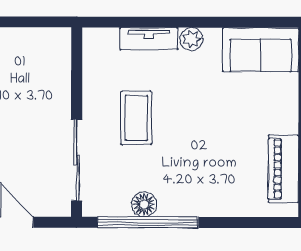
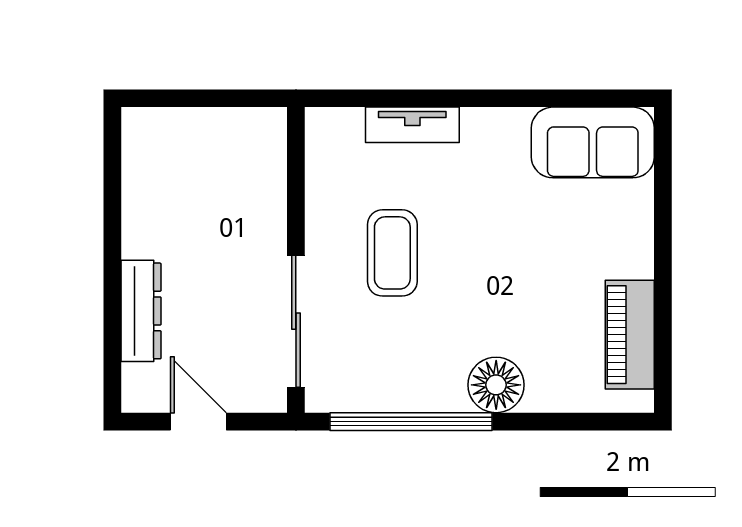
plant: (191, 39) -> (481, 125), removed
floor lamp: (144, 204) -> (496, 385), moved, width x1.38, depth x1.38

